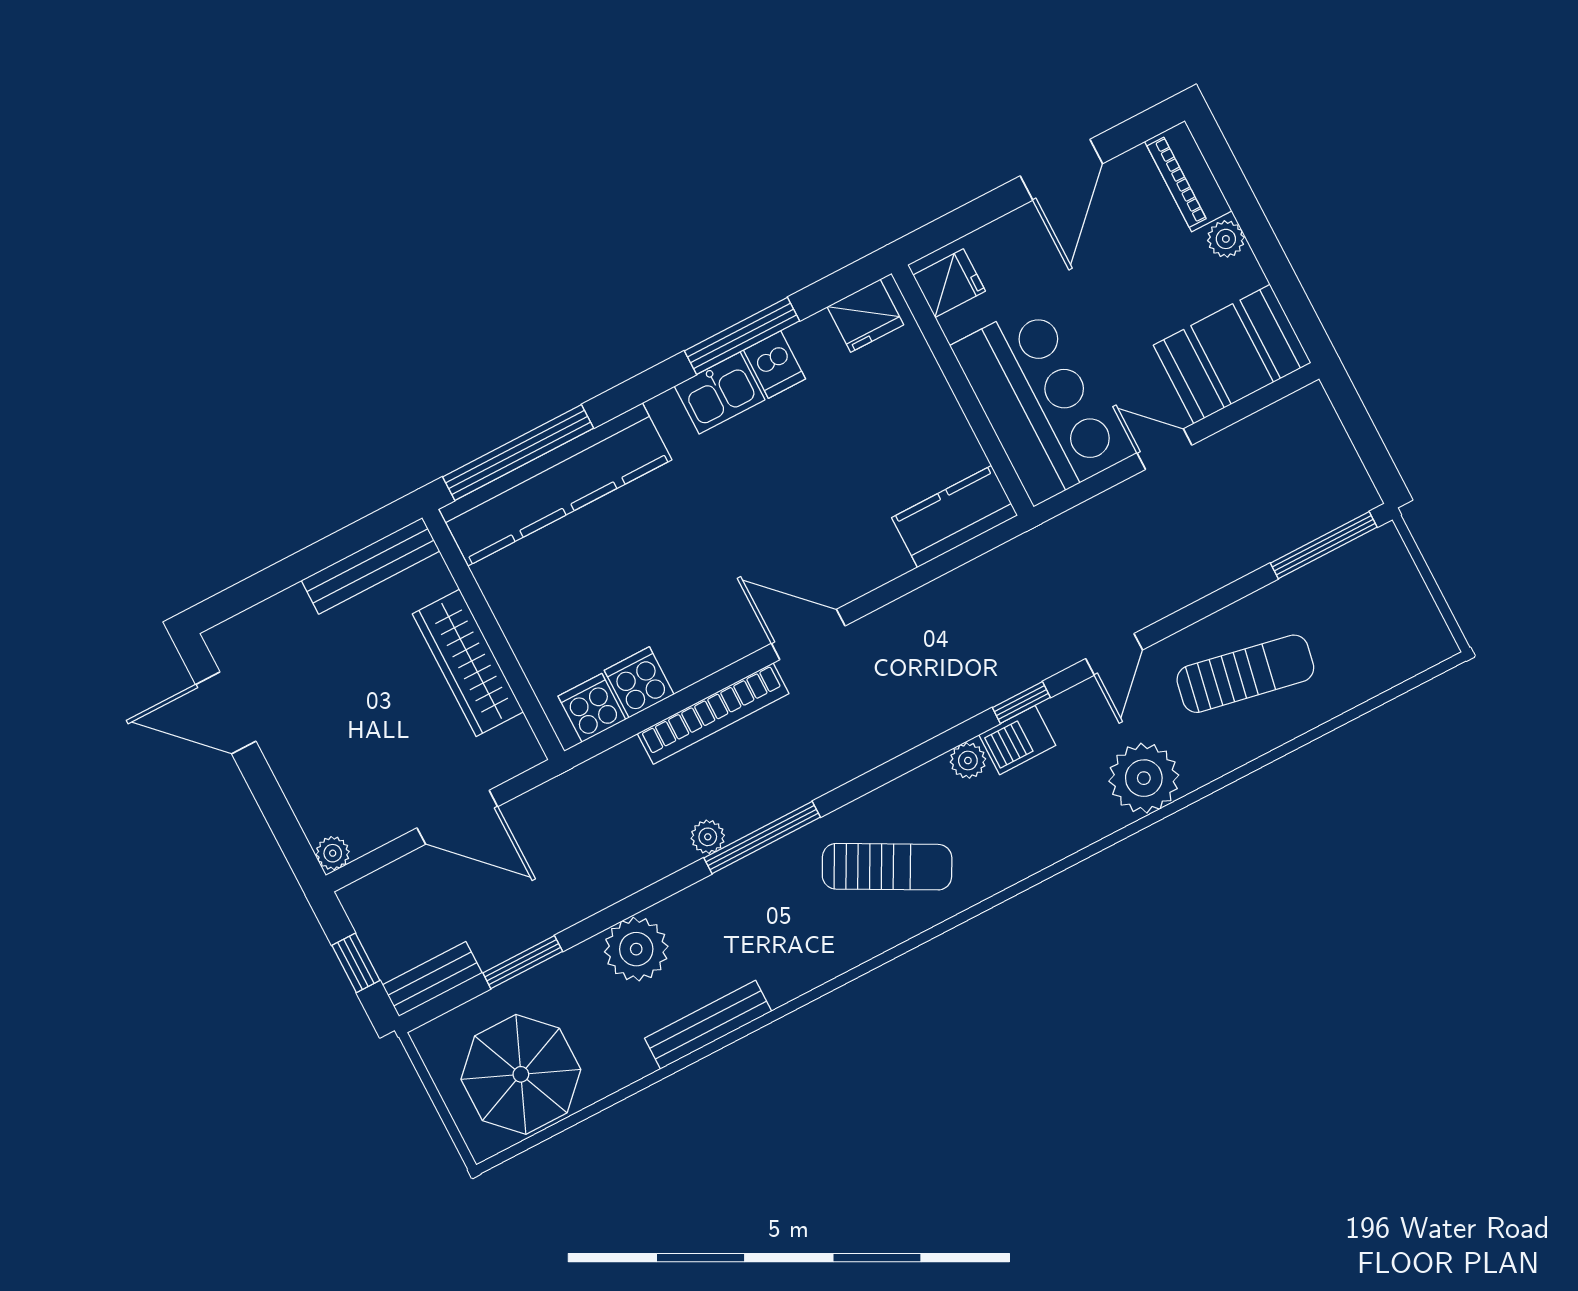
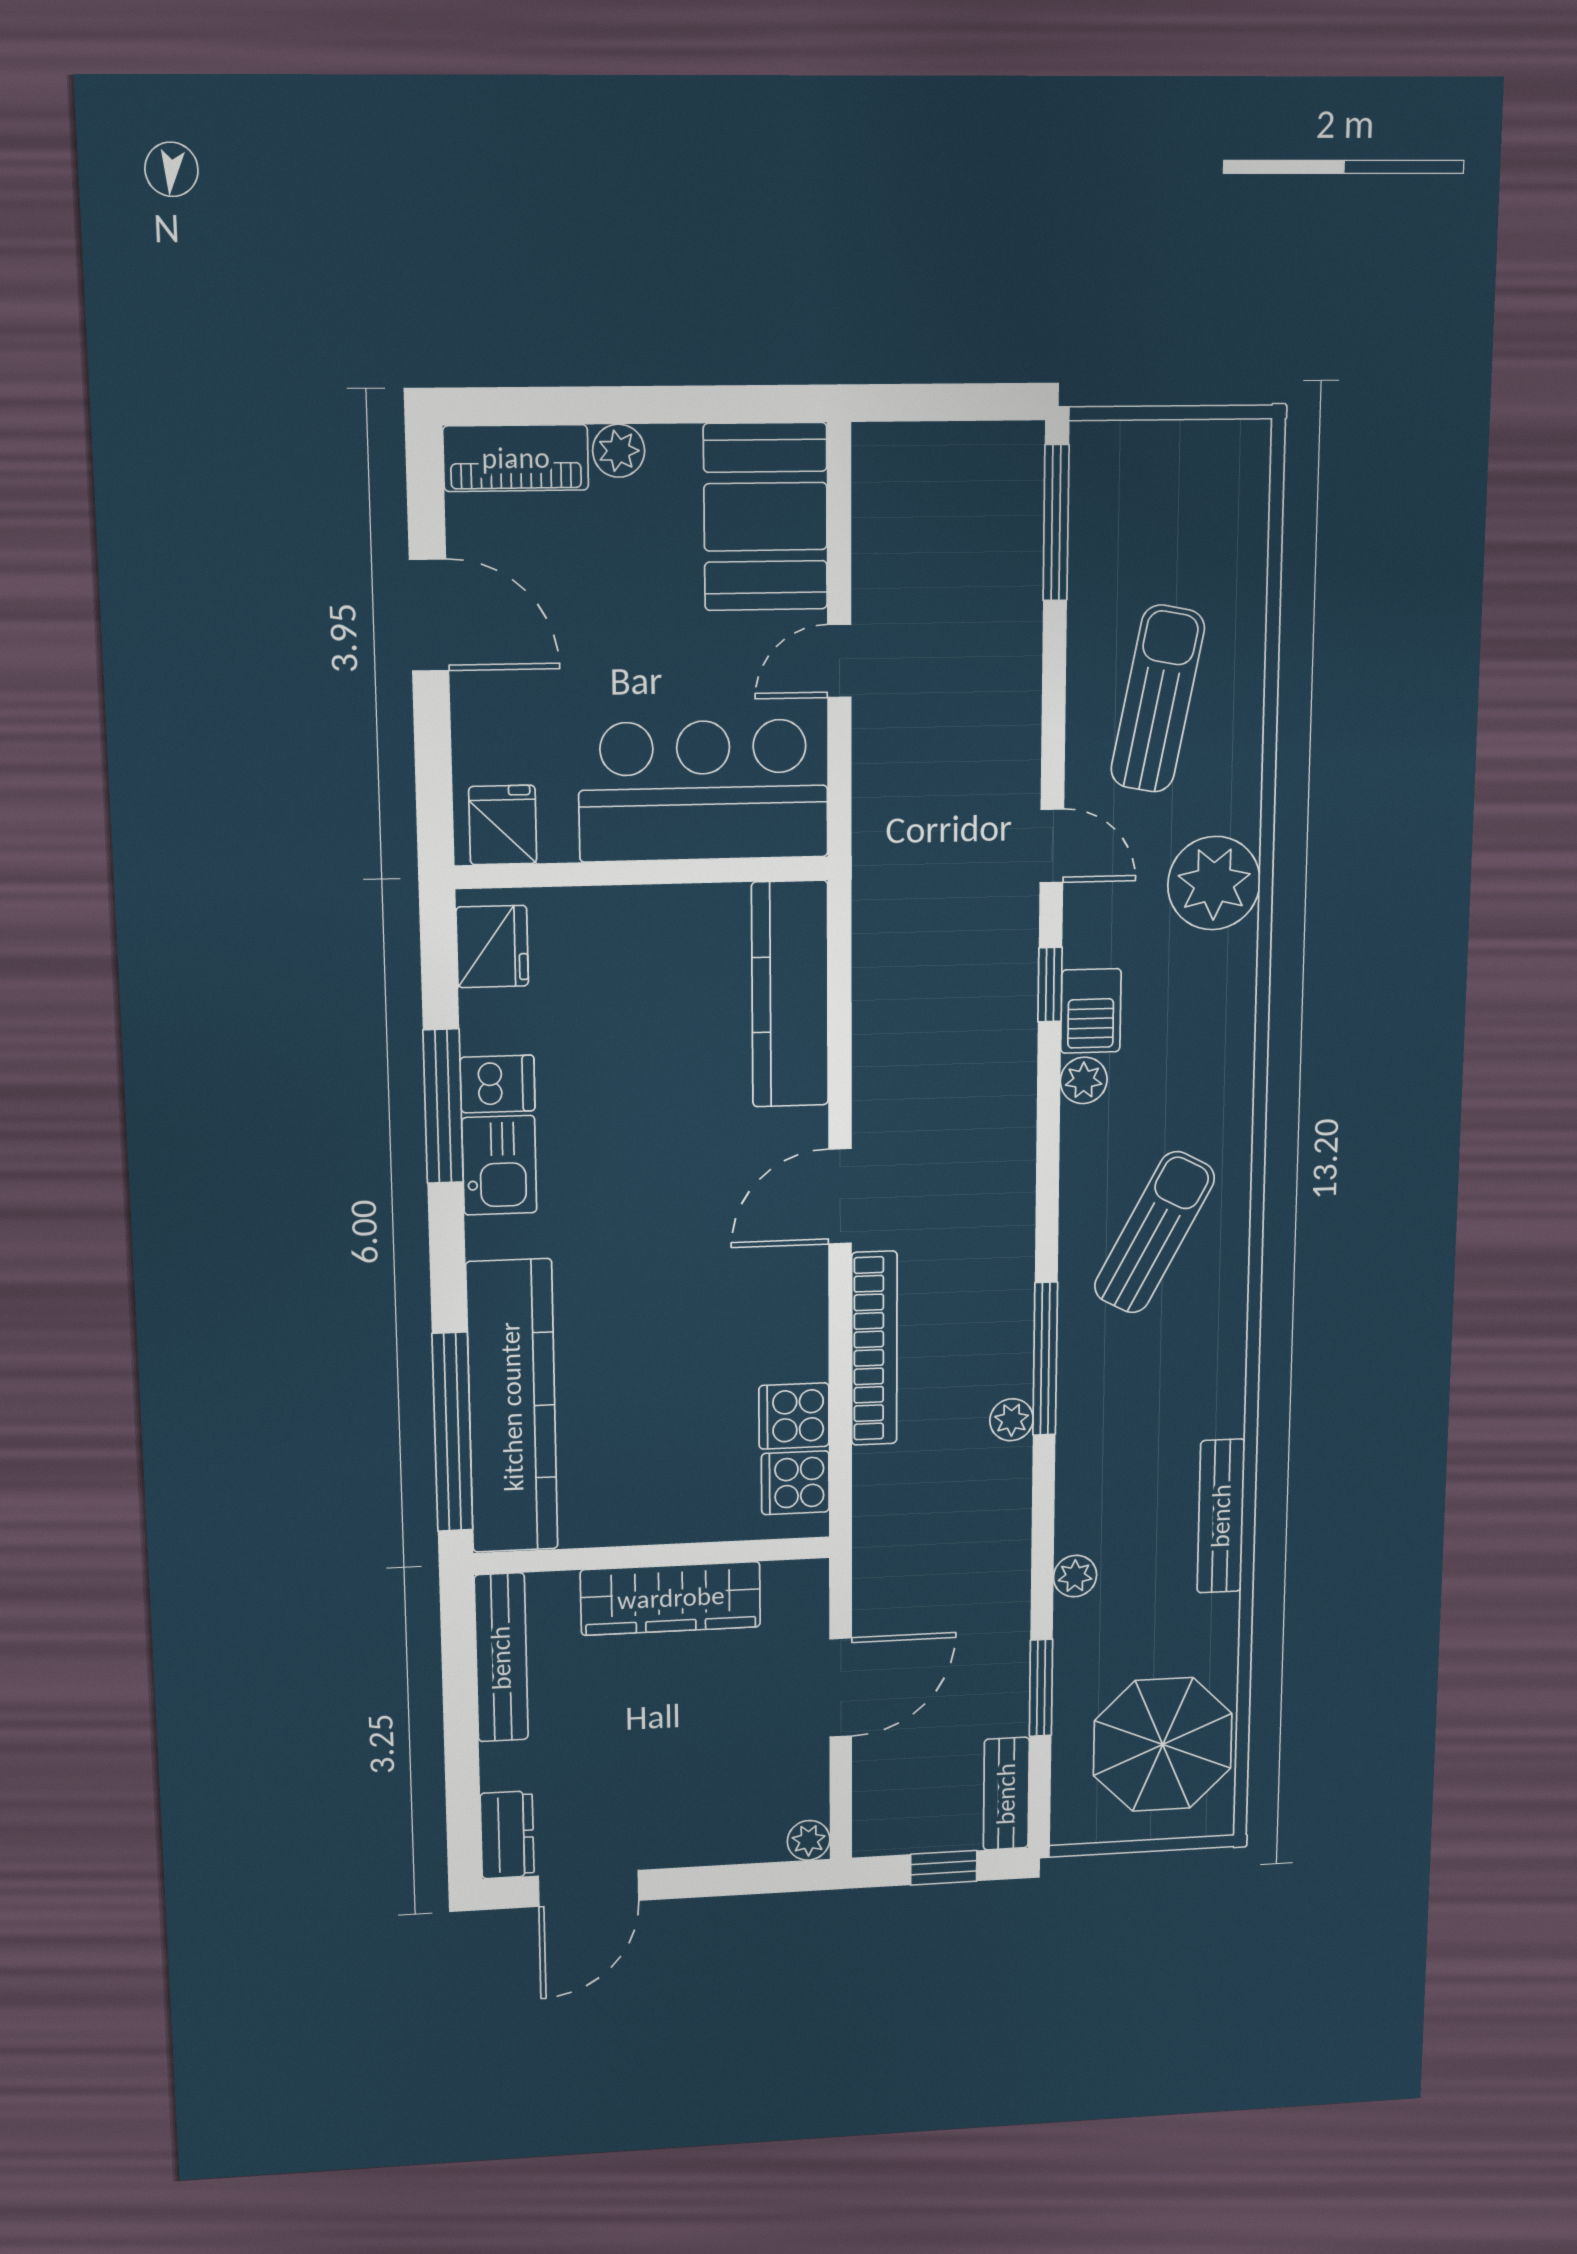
kitchen counter: (955, 517) -> (790, 994), width x1.50
dresser: (240, 635) -> (507, 1835), added
plant: (636, 949) -> (1075, 1576), width x0.53, depth x0.53

